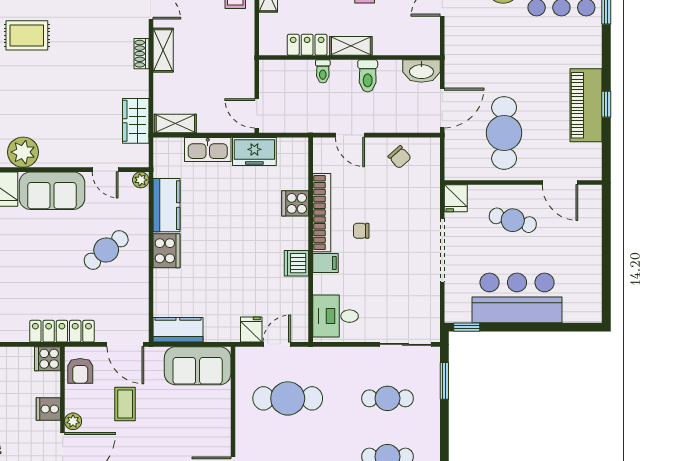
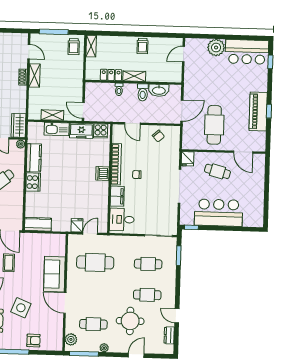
washbasin: (421, 71) -> (159, 90), moved
wardrobe: (136, 121) -> (18, 125), moved
shelving: (175, 124) -> (52, 115), moved
cooker: (295, 203) -> (101, 131), moved, turned -90
dishwasher: (296, 263) -> (102, 173), moved
filing cabinet: (325, 263) -> (117, 196), width x2.00
sofa: (198, 366) -> (54, 274), moved, turned 90

